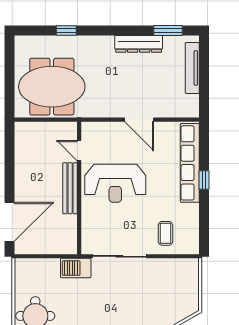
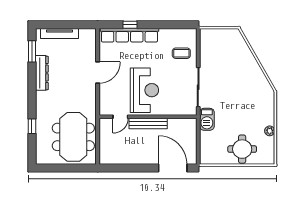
window: (204, 180) -> (130, 25), moved

